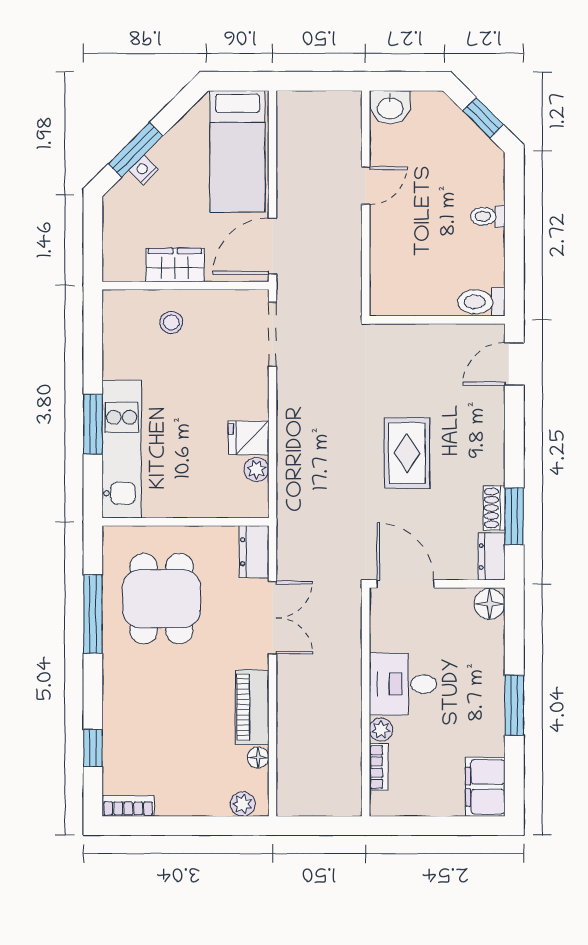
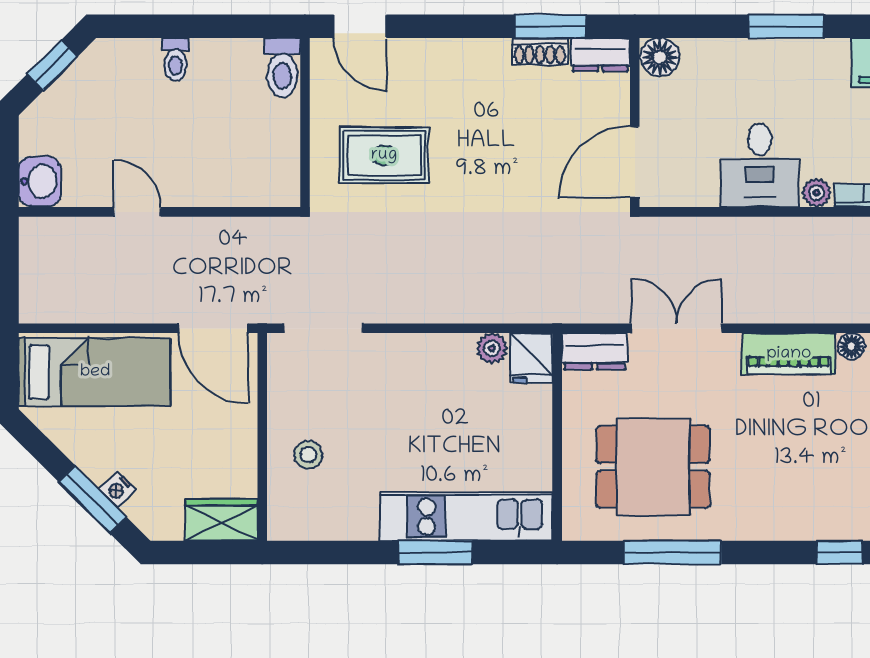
wardrobe: (175, 265) -> (221, 520), moved, turned 90
fridge: (249, 438) -> (531, 358), moved
rug: (407, 453) -> (384, 155), moved

